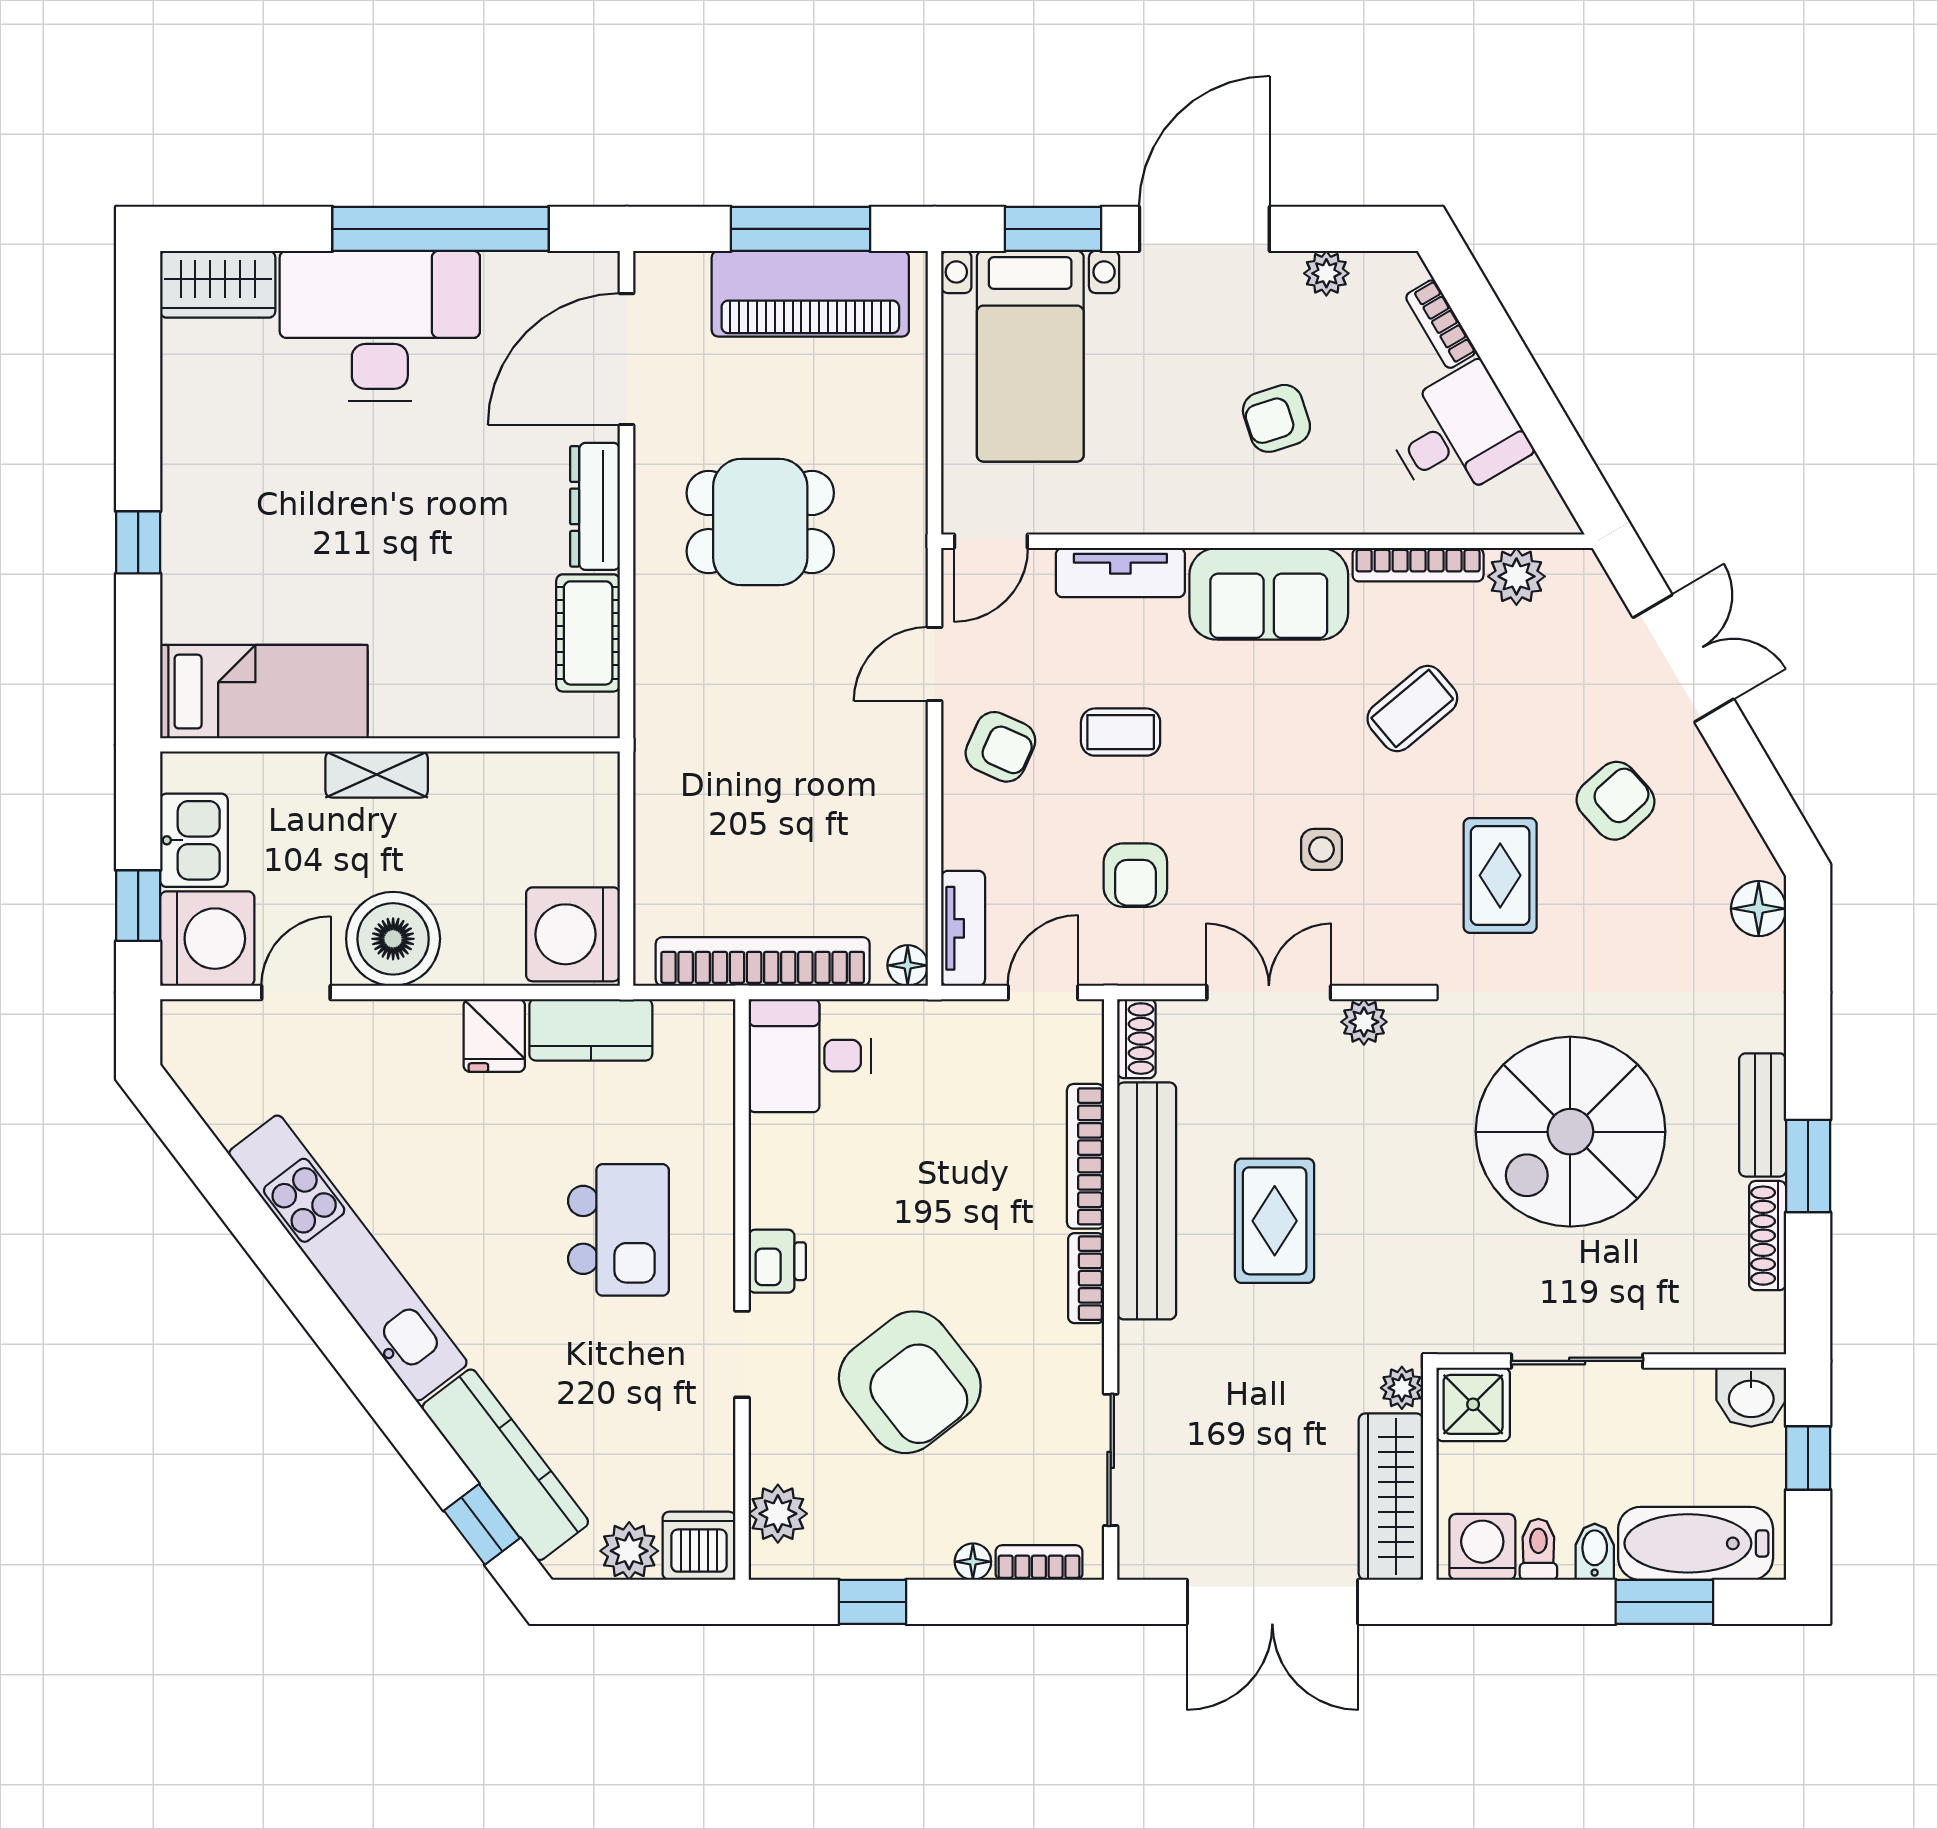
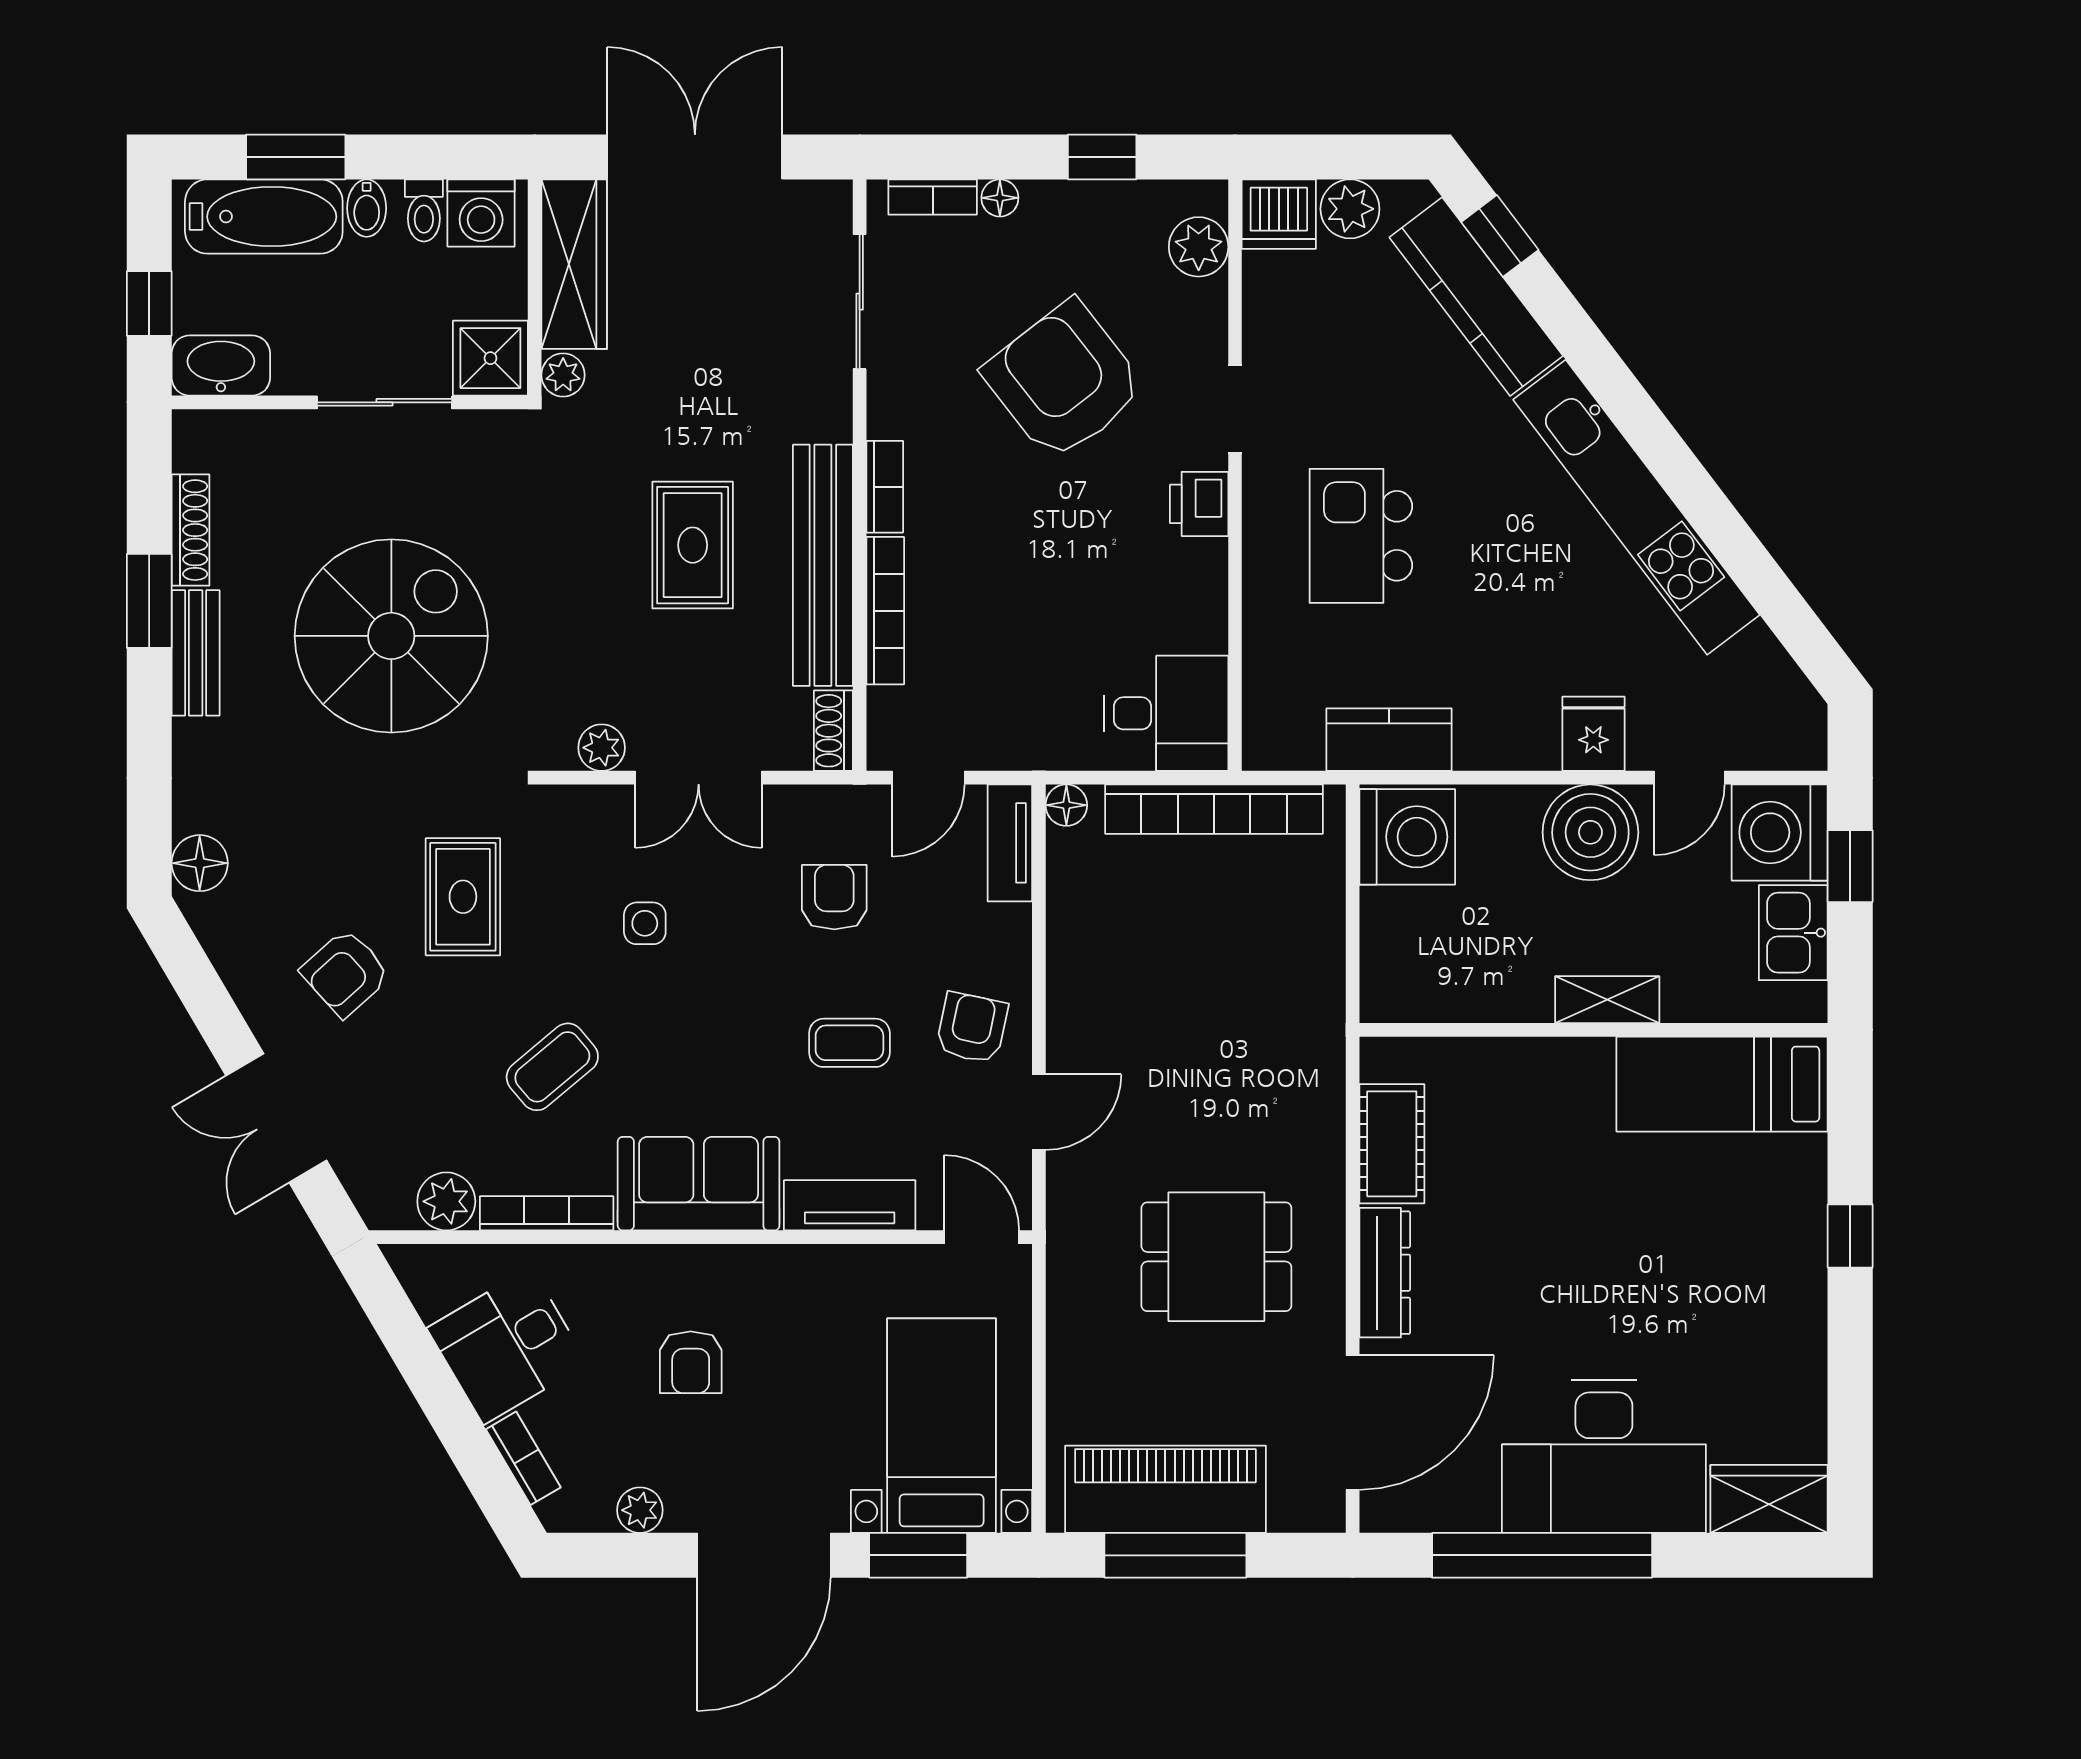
armchair: (1276, 418) -> (691, 1362), turned 108
door: (991, 541) -> (982, 1237), hinge flipped
armchair: (1000, 747) -> (972, 1028), turned 78
fridge: (494, 1035) -> (1593, 734), moved
washbasin: (1751, 1397) -> (221, 366), width x1.38

